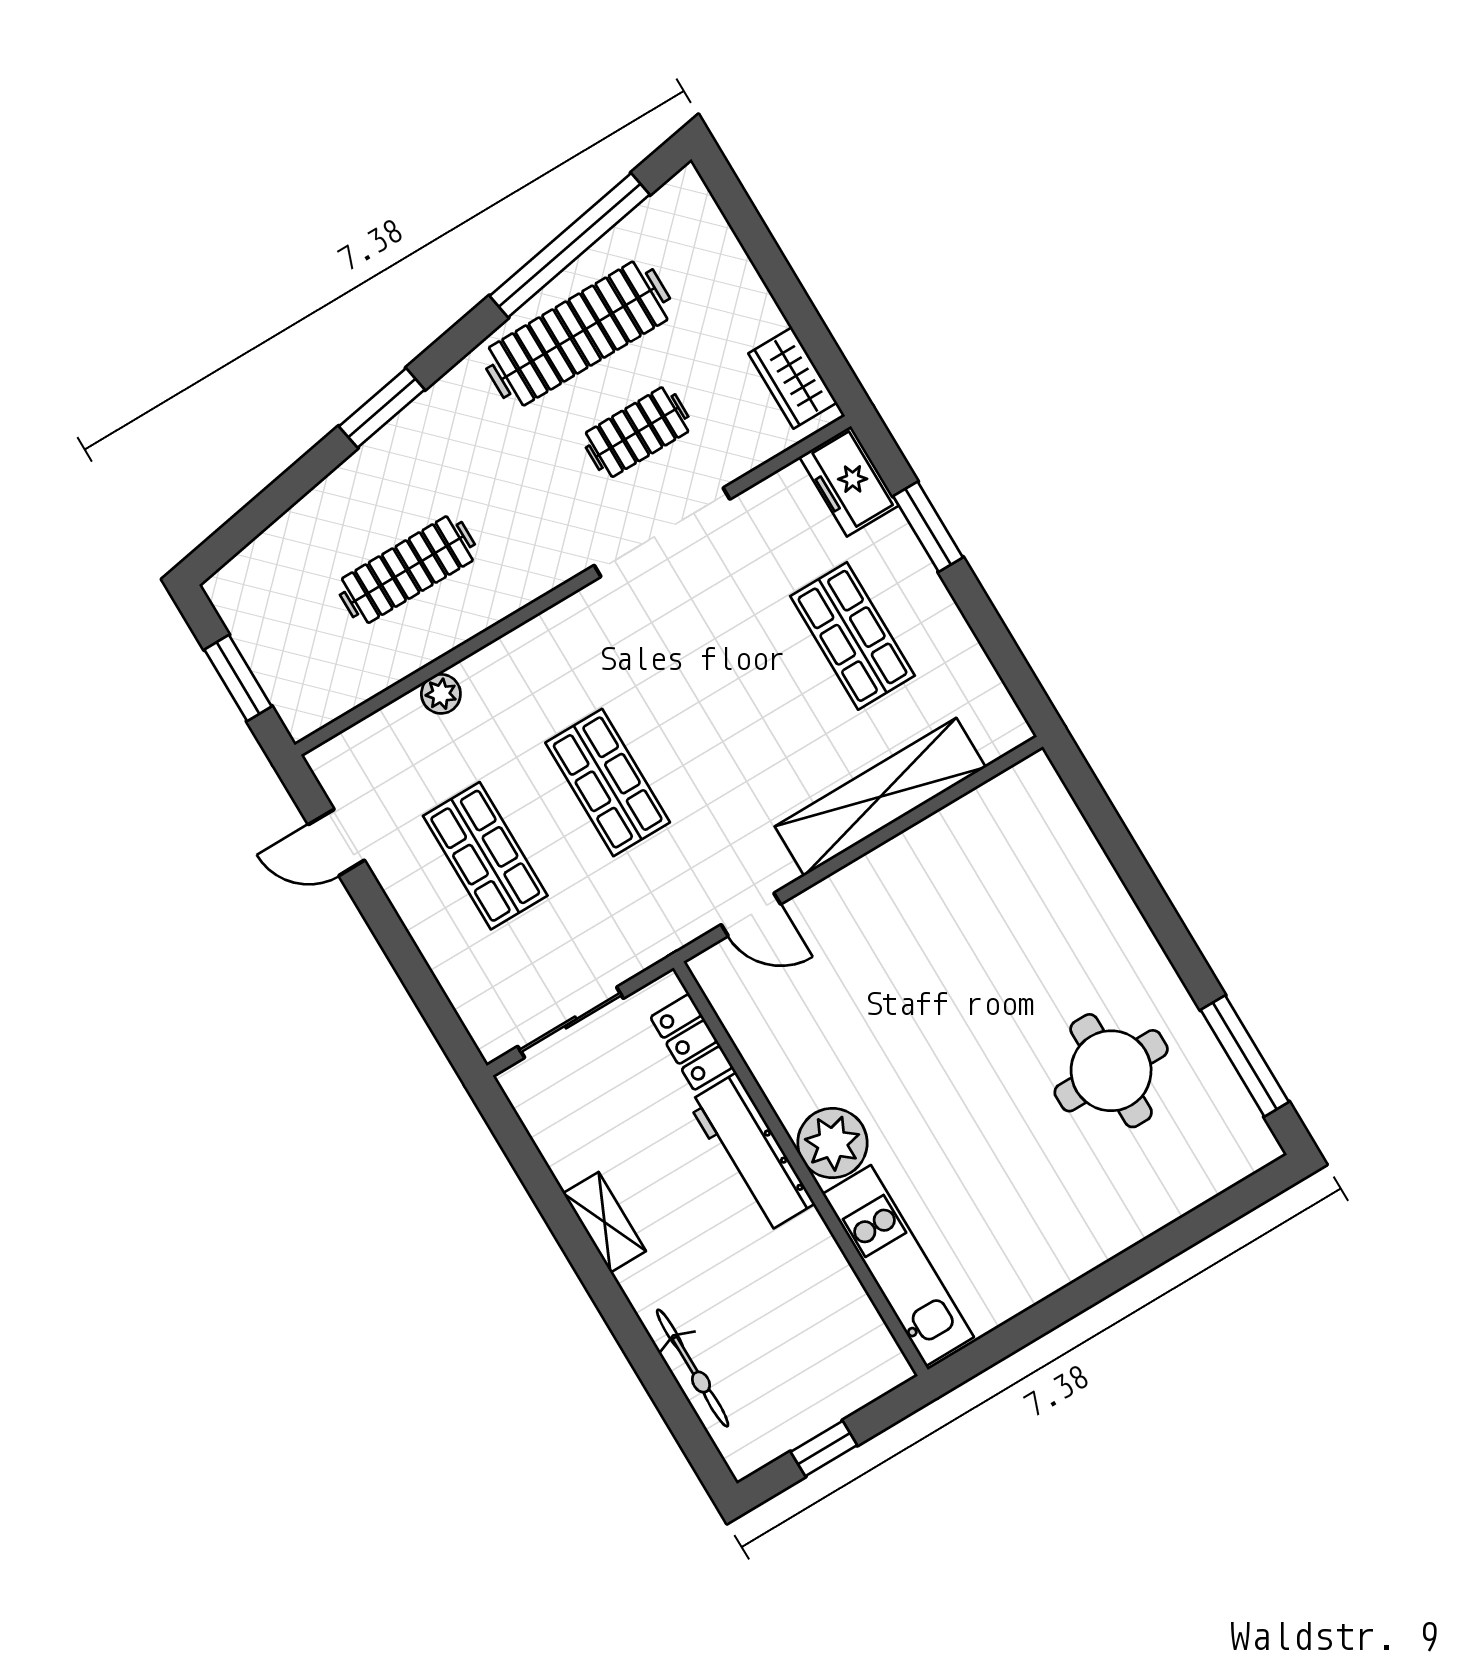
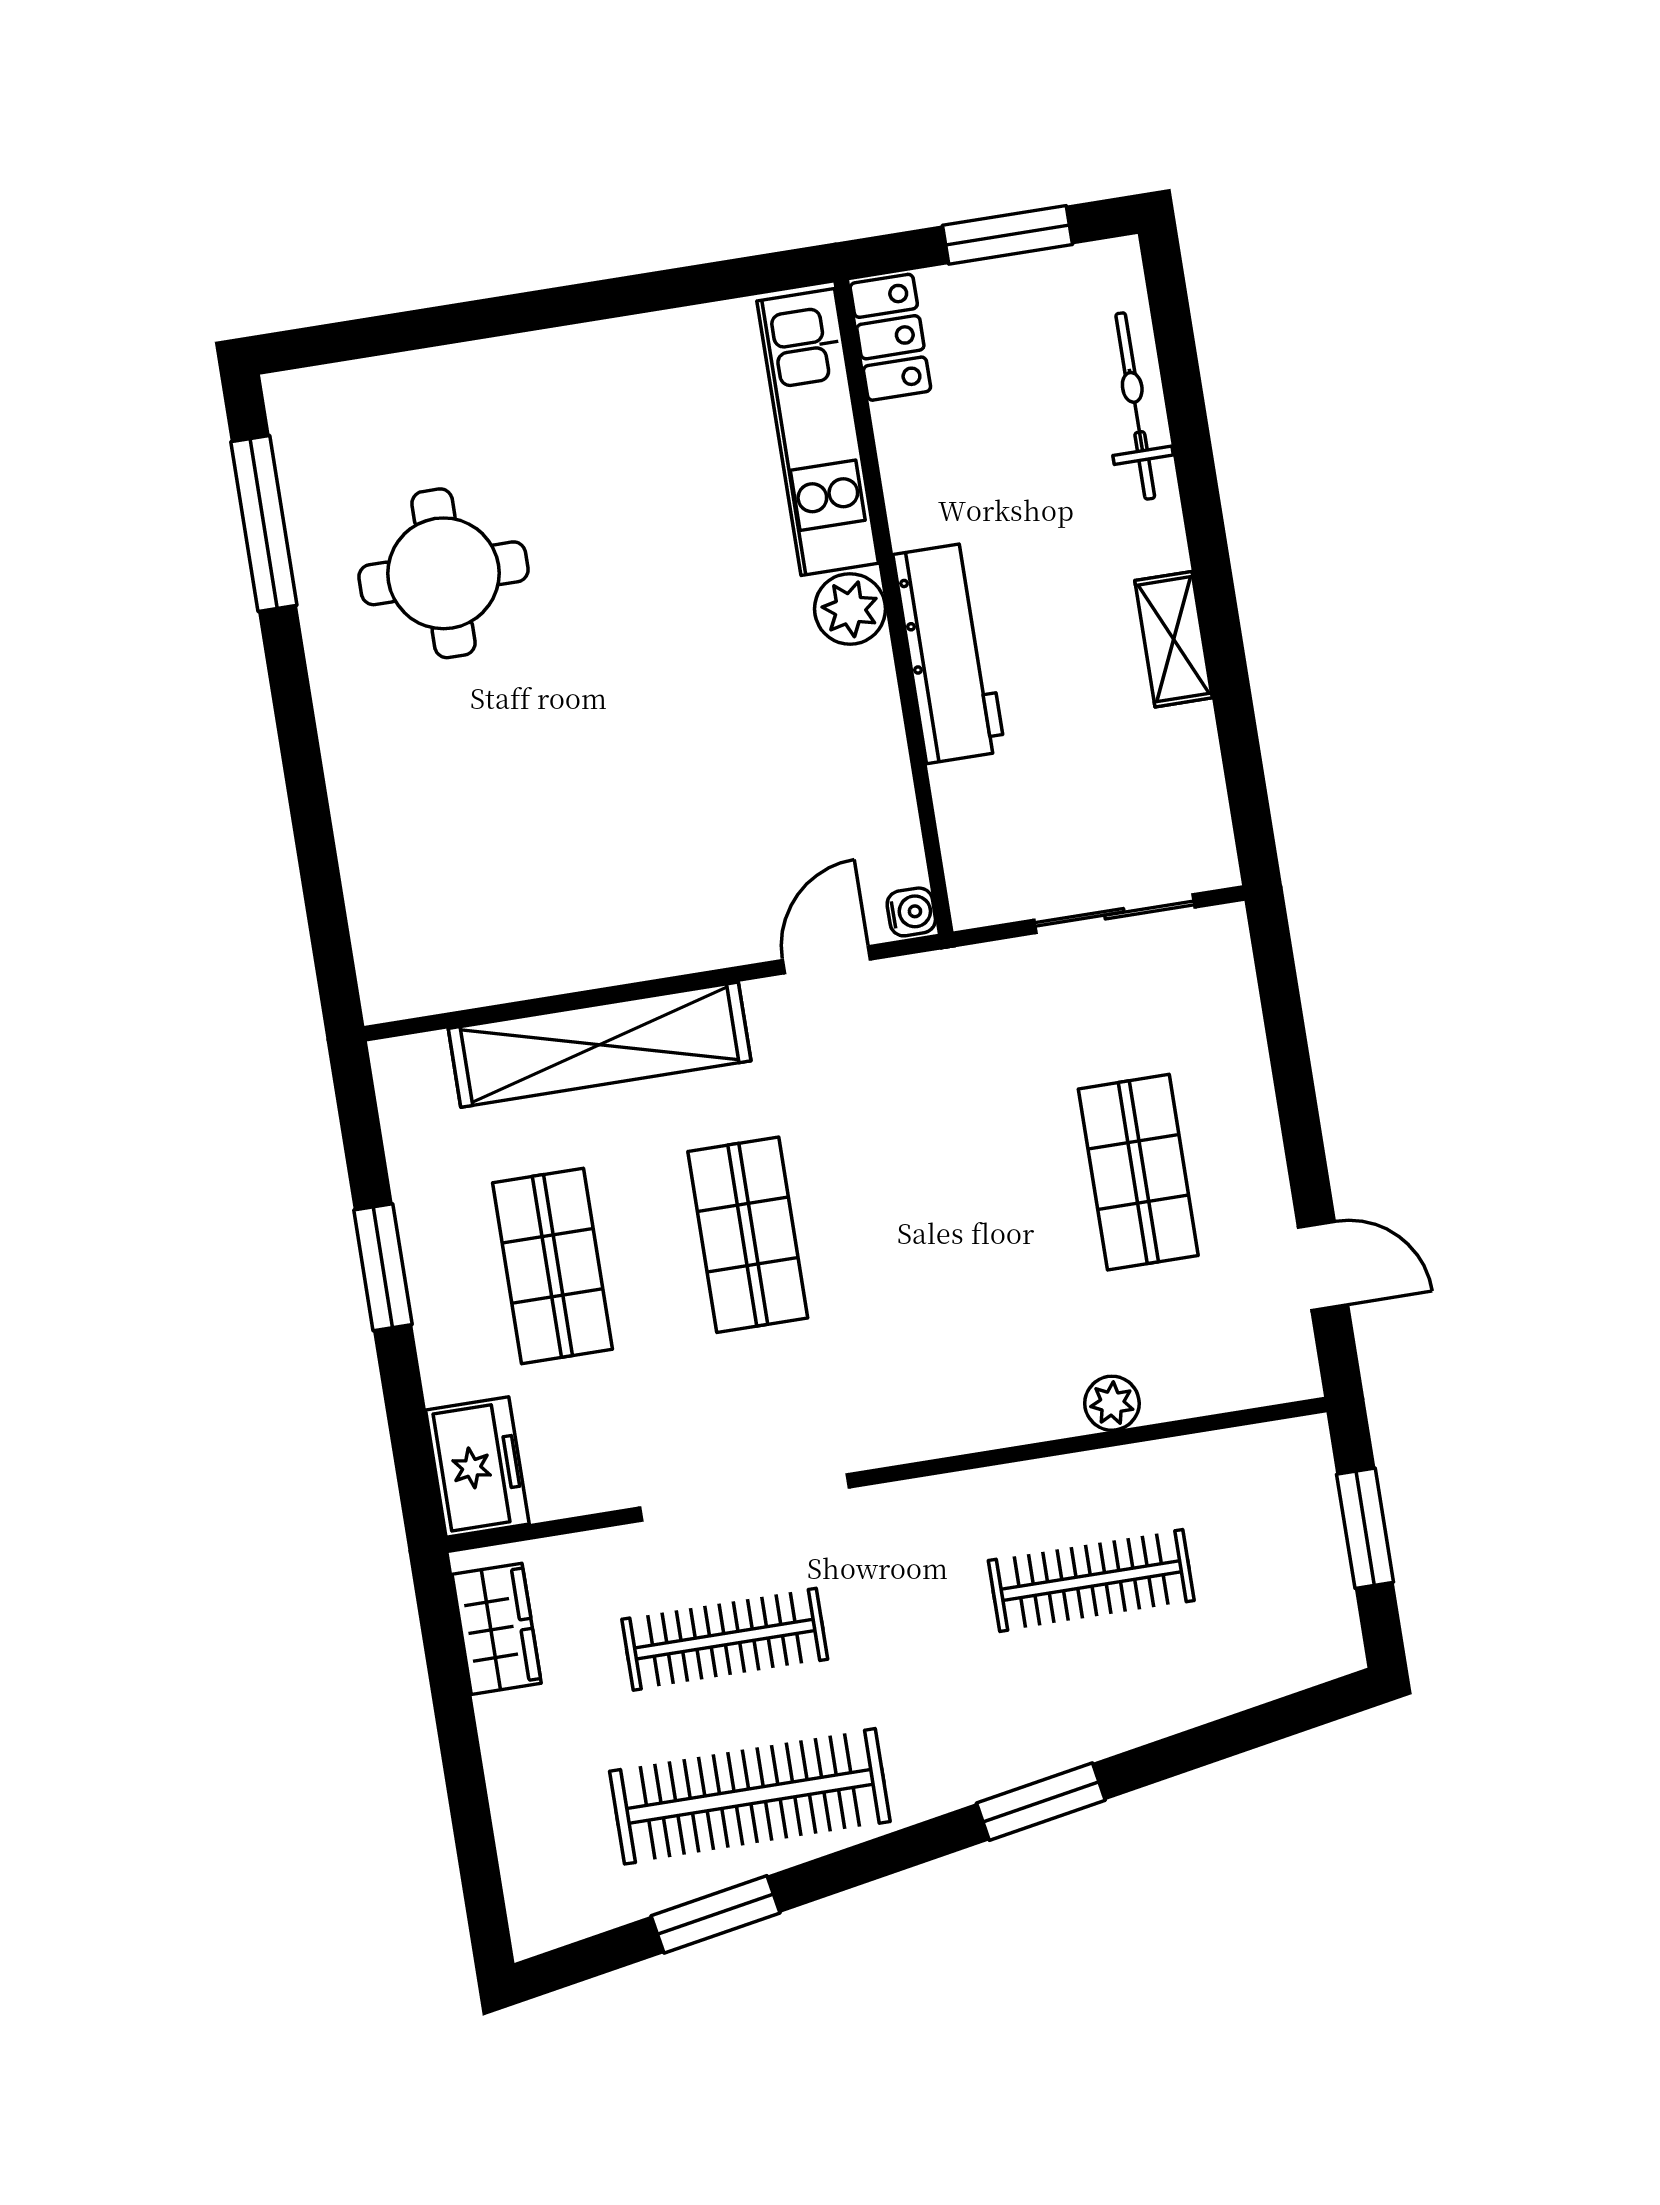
window: (570, 245) -> (715, 1914), width x0.47
clothes rail: (637, 432) -> (725, 1639), width x1.36
window: (928, 527) -> (383, 1267), moved
shop shelf: (608, 782) -> (748, 1235), moved
door: (751, 914) -> (827, 960), hinge flipped
water cooler: (707, 969) -> (911, 912), added
locker: (692, 1042) -> (890, 337), moved
plant: (832, 1143) -> (850, 609), width x0.73, depth x0.73
window: (824, 1449) -> (1008, 235), width x1.50

